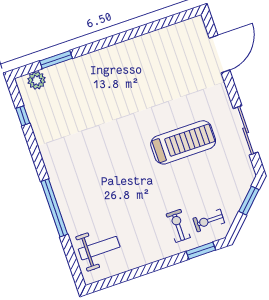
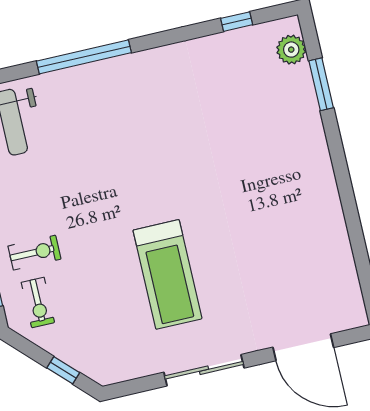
sliding door: (246, 130) -> (204, 370), moved
window: (249, 201) -> (63, 370), width x0.67
exercise bike: (209, 221) -> (38, 303), turned 180

